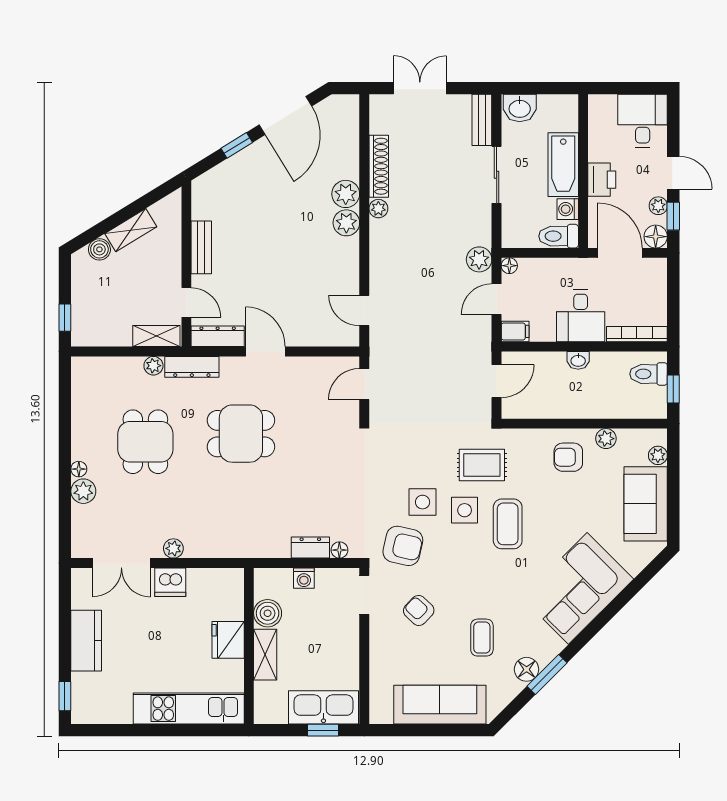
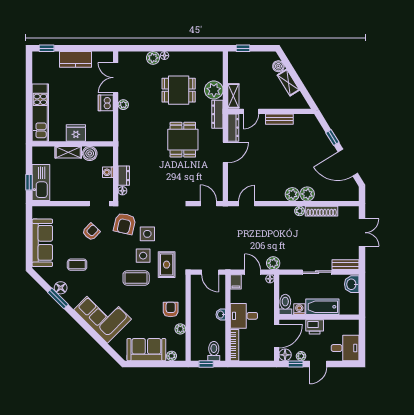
plant: (153, 366) -> (214, 90), width x1.88, depth x1.88

